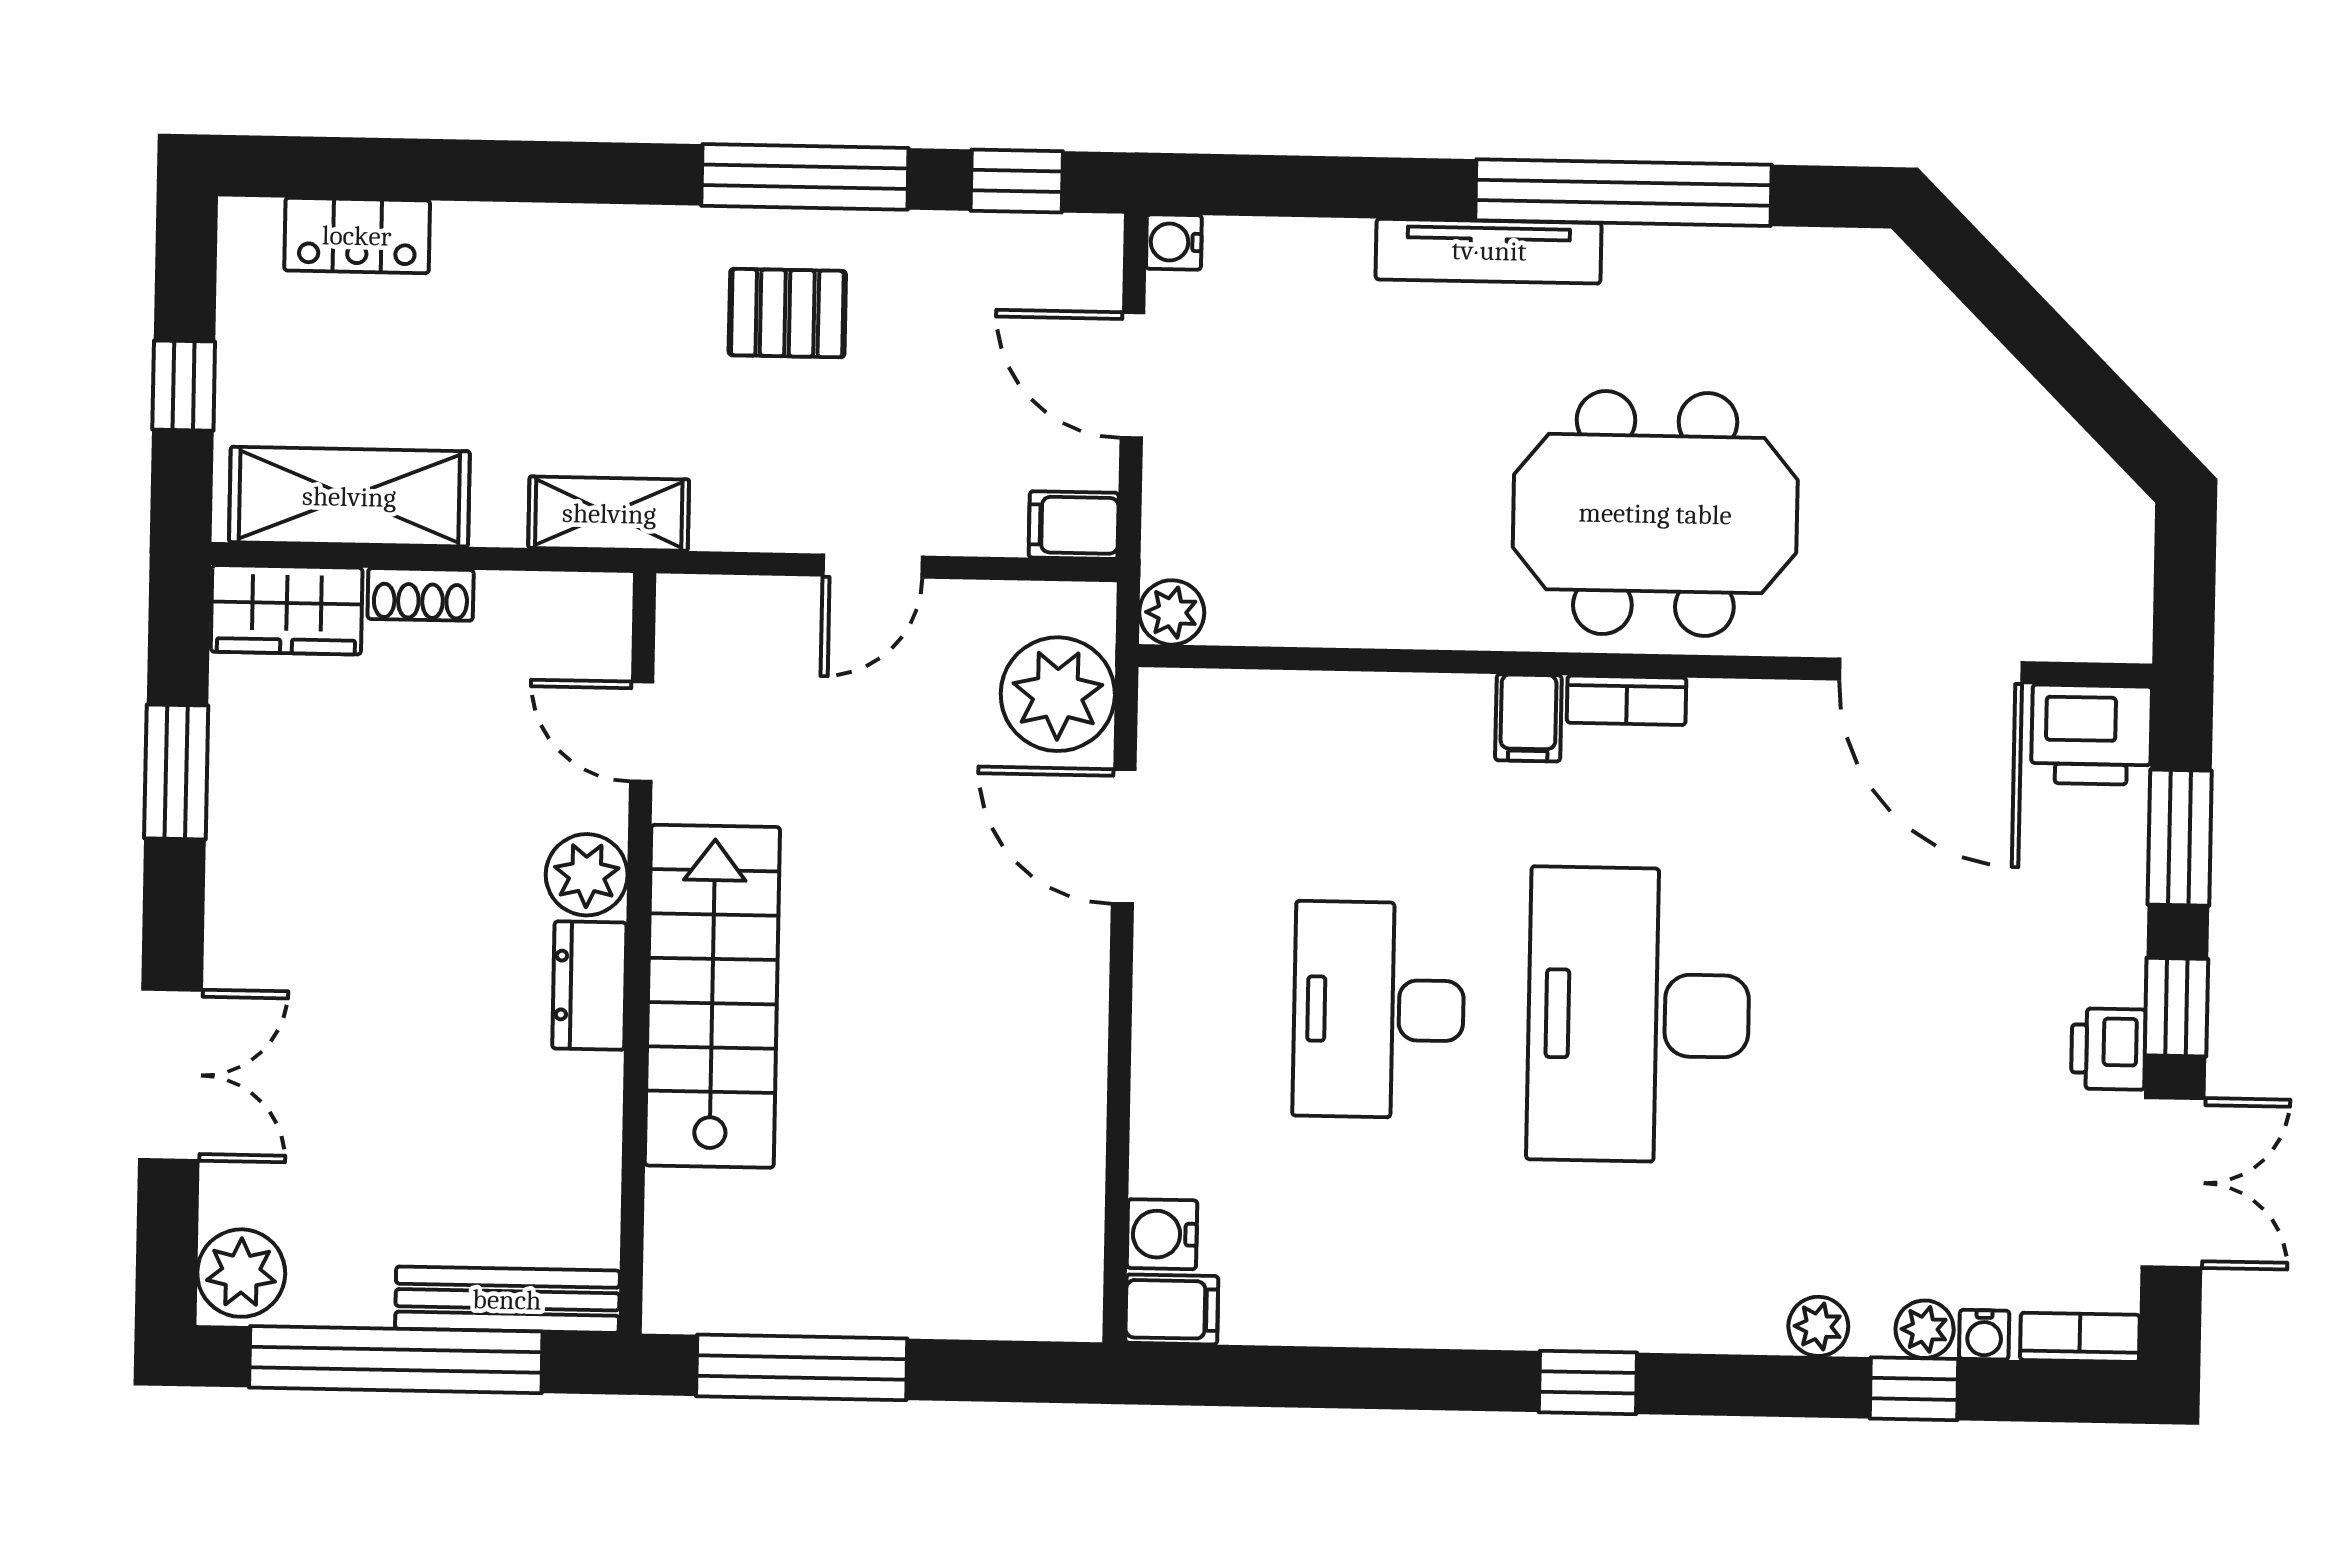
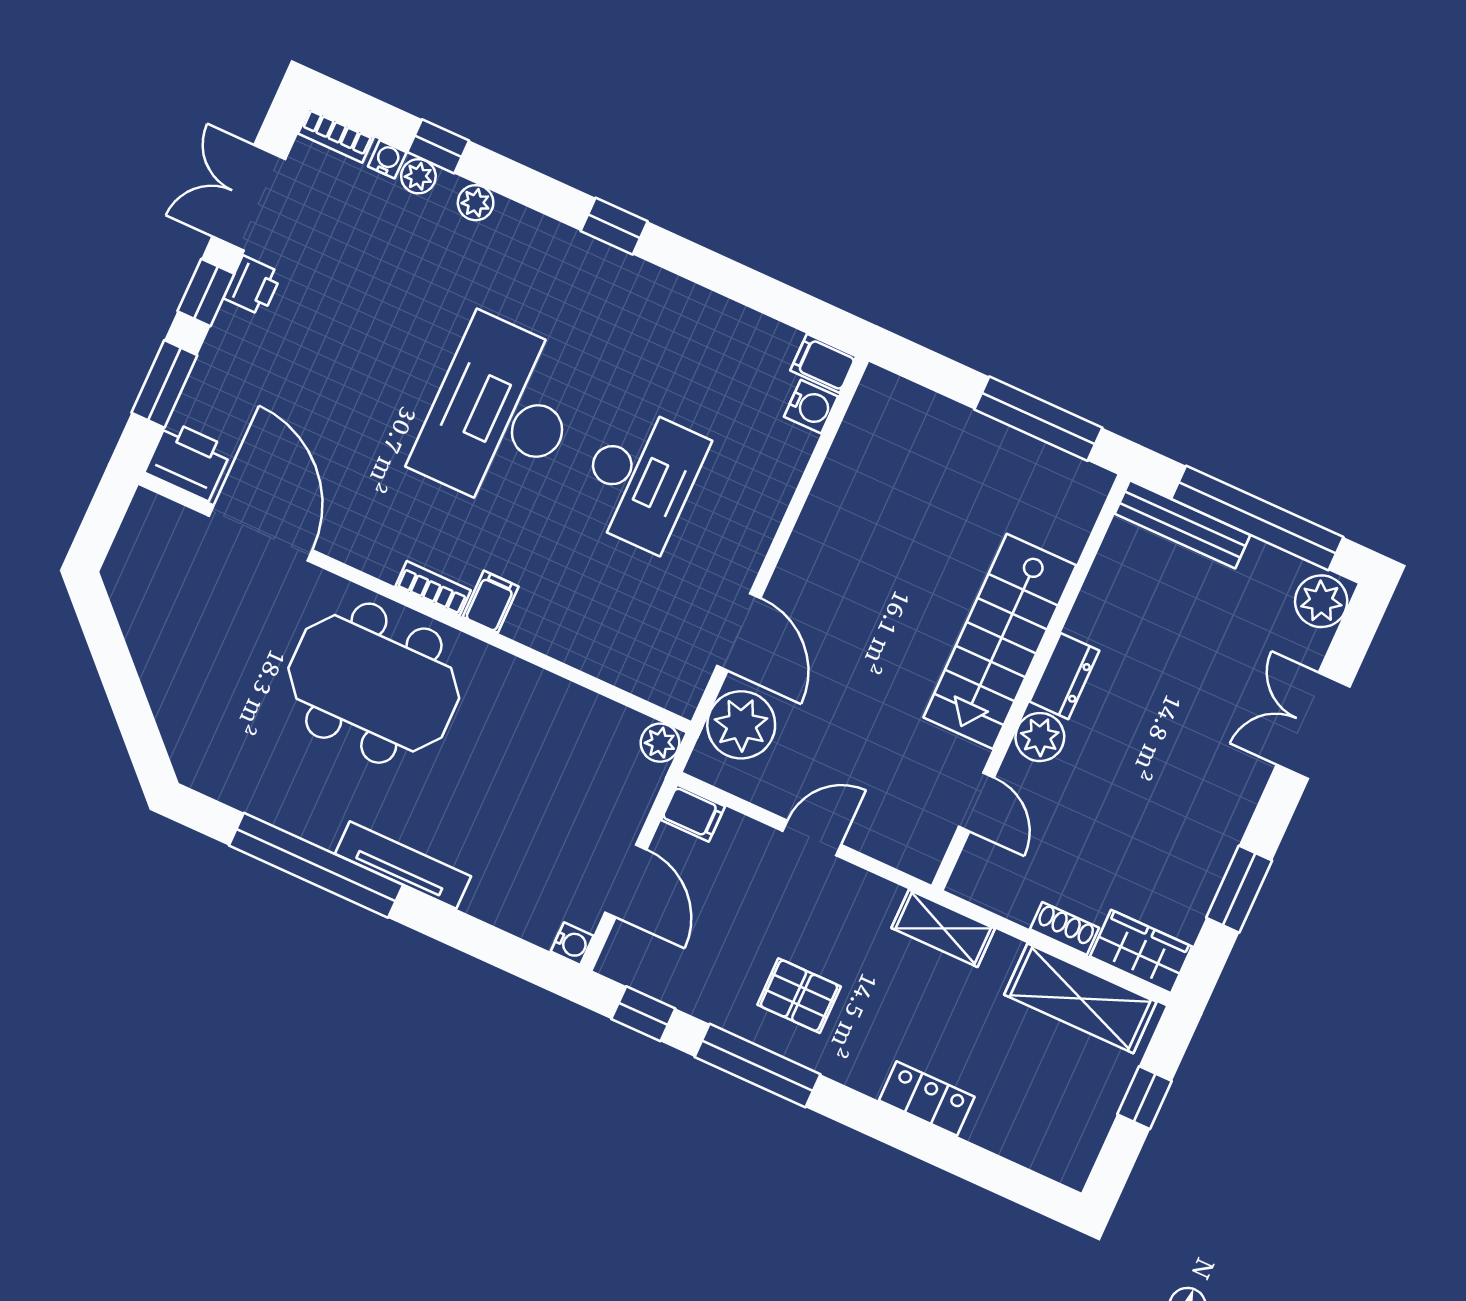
locker: (357, 236) -> (927, 1099), moved
desk: (1639, 1015) -> (500, 414), turned 180

